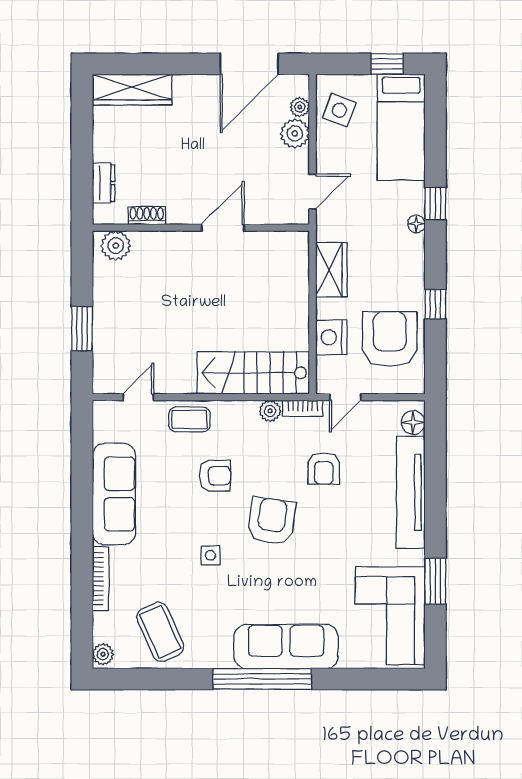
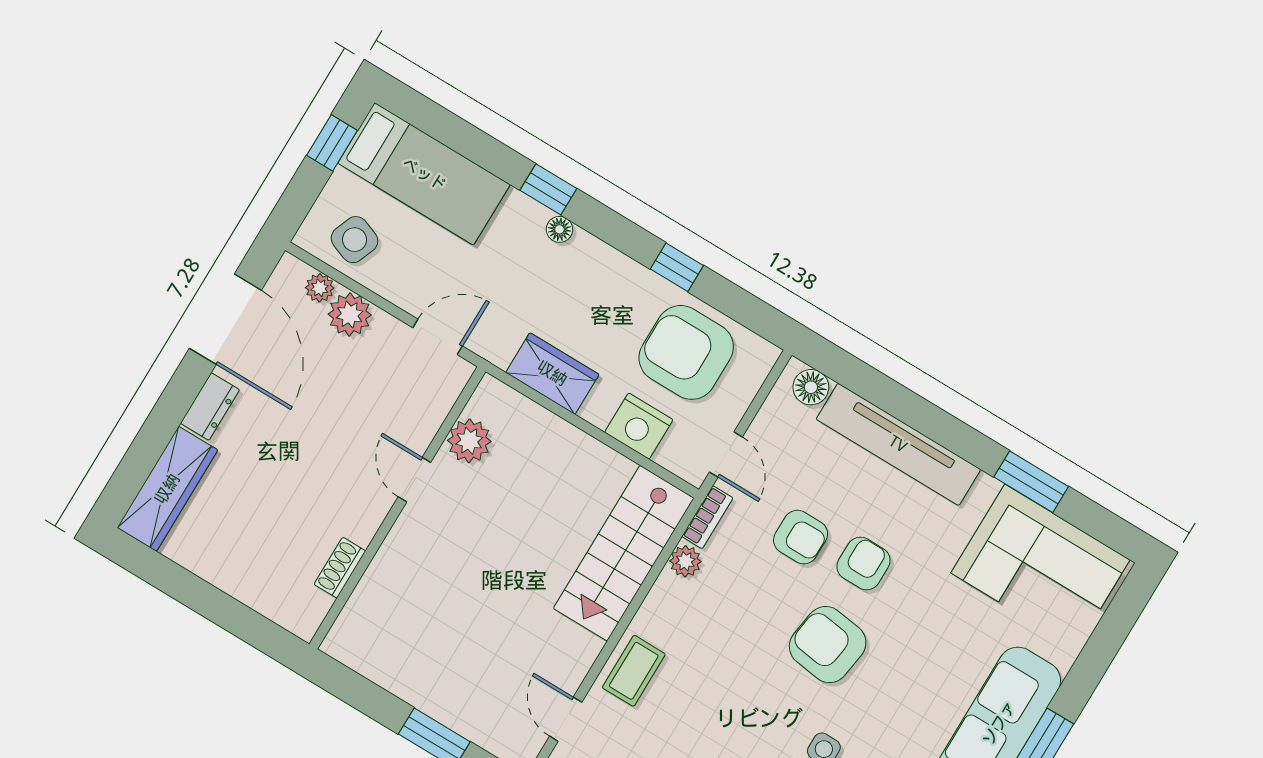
dresser: (104, 183) -> (210, 407), moved, turned 90
door: (313, 191) -> (438, 337), hinge flipped
door: (223, 228) -> (414, 480), width x0.73
plant: (116, 246) -> (469, 441), moved
armchair: (215, 476) -> (863, 563), moved

